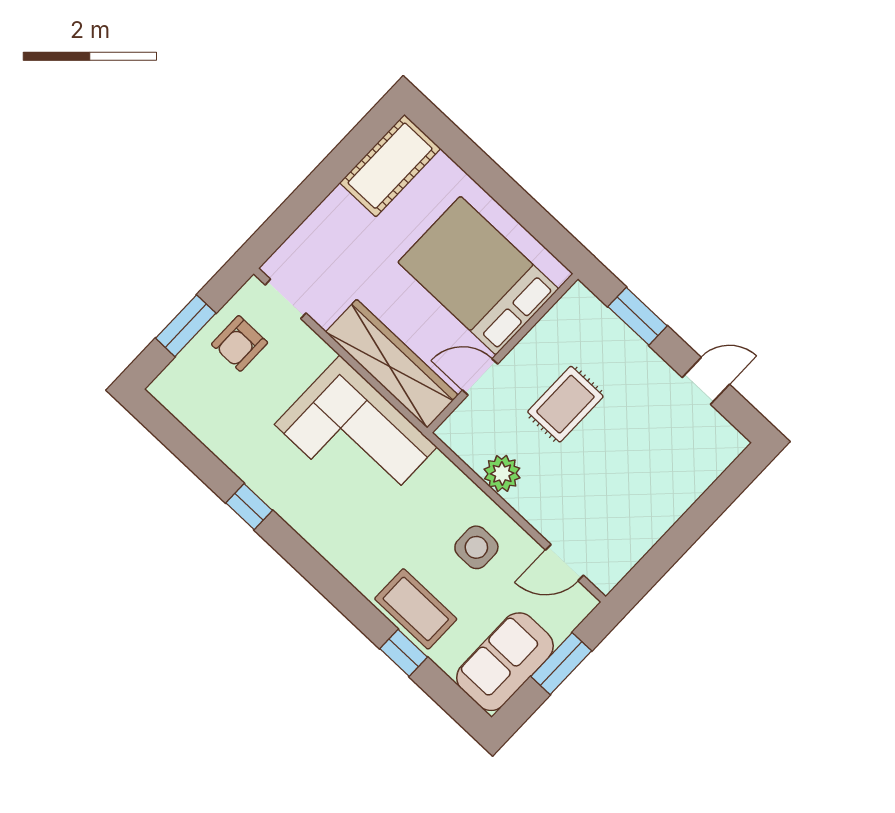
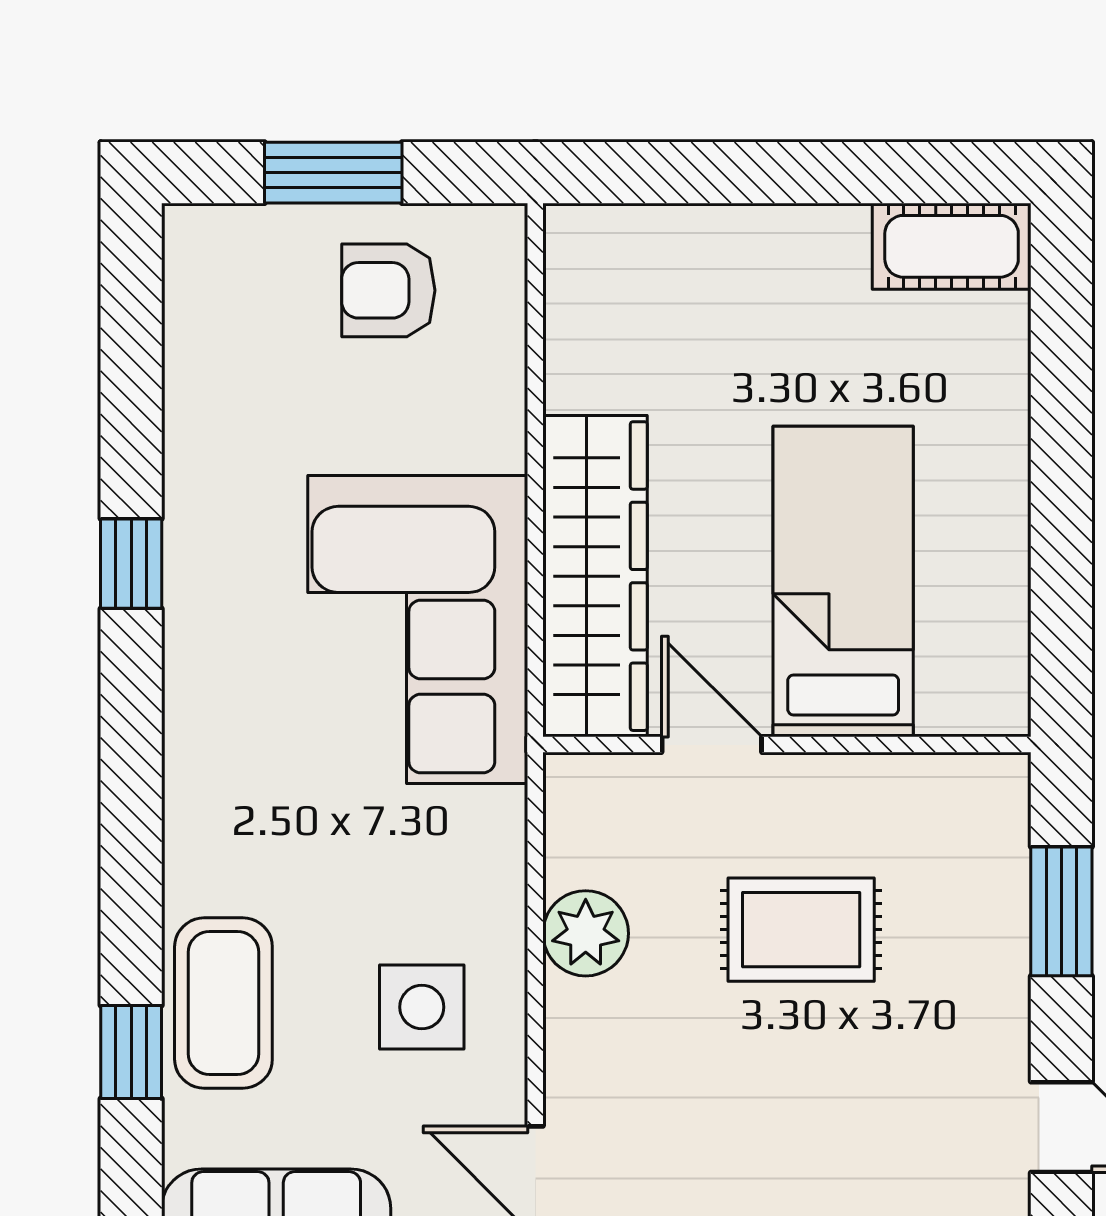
cot: (390, 166) -> (952, 246), width x0.73, depth x0.75
bed: (478, 276) -> (843, 581), width x0.67
doorway: (286, 299) -> (535, 297), removed

